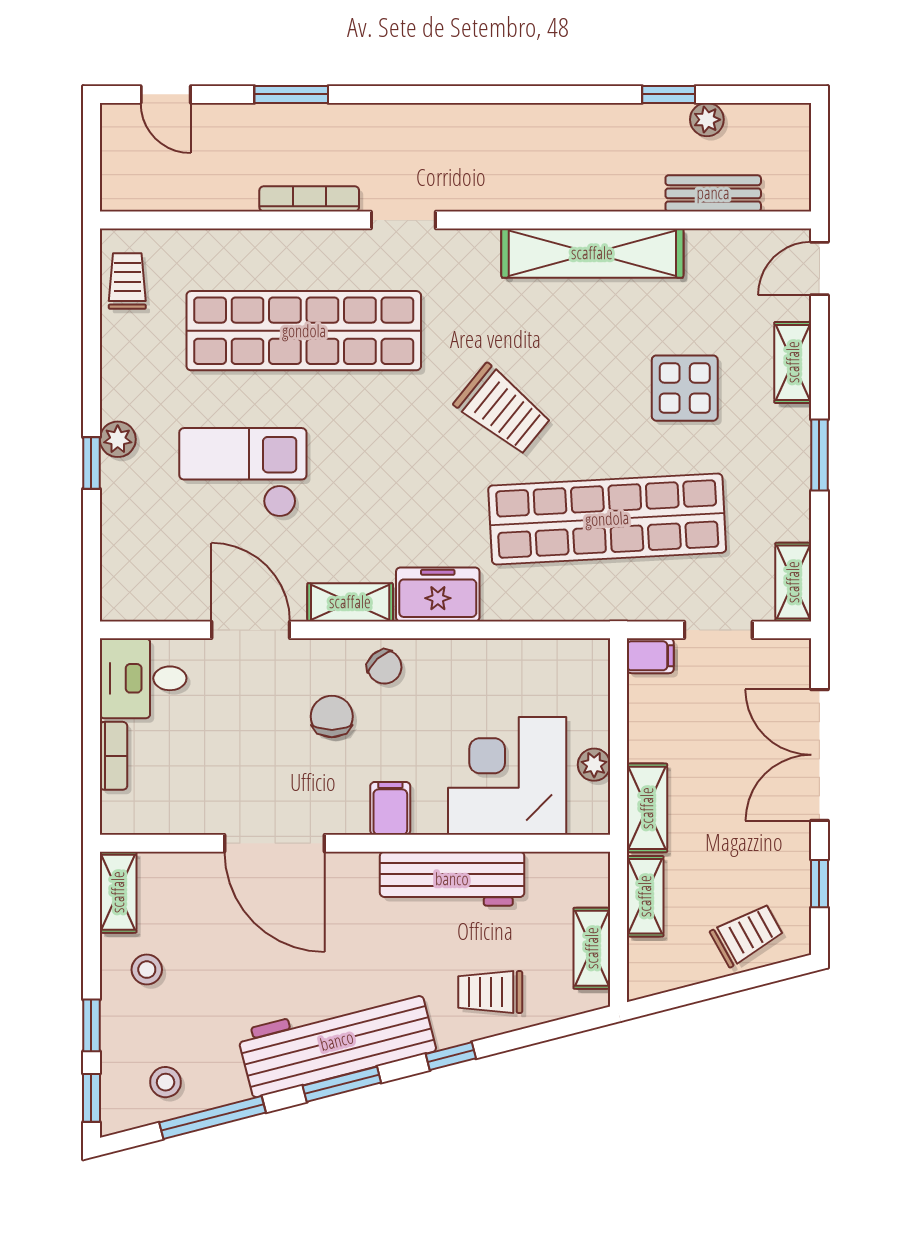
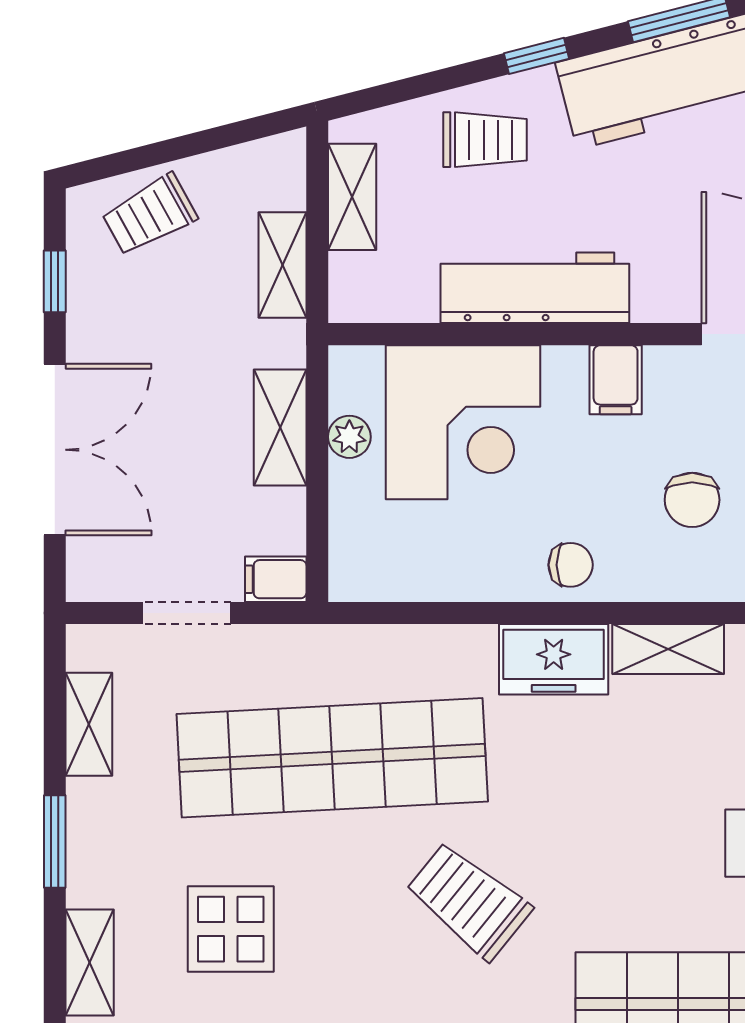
shelving: (793, 582) -> (89, 724), moved
chair: (384, 667) -> (571, 565), moved, turned 132
shelving: (647, 808) -> (280, 427), moved

